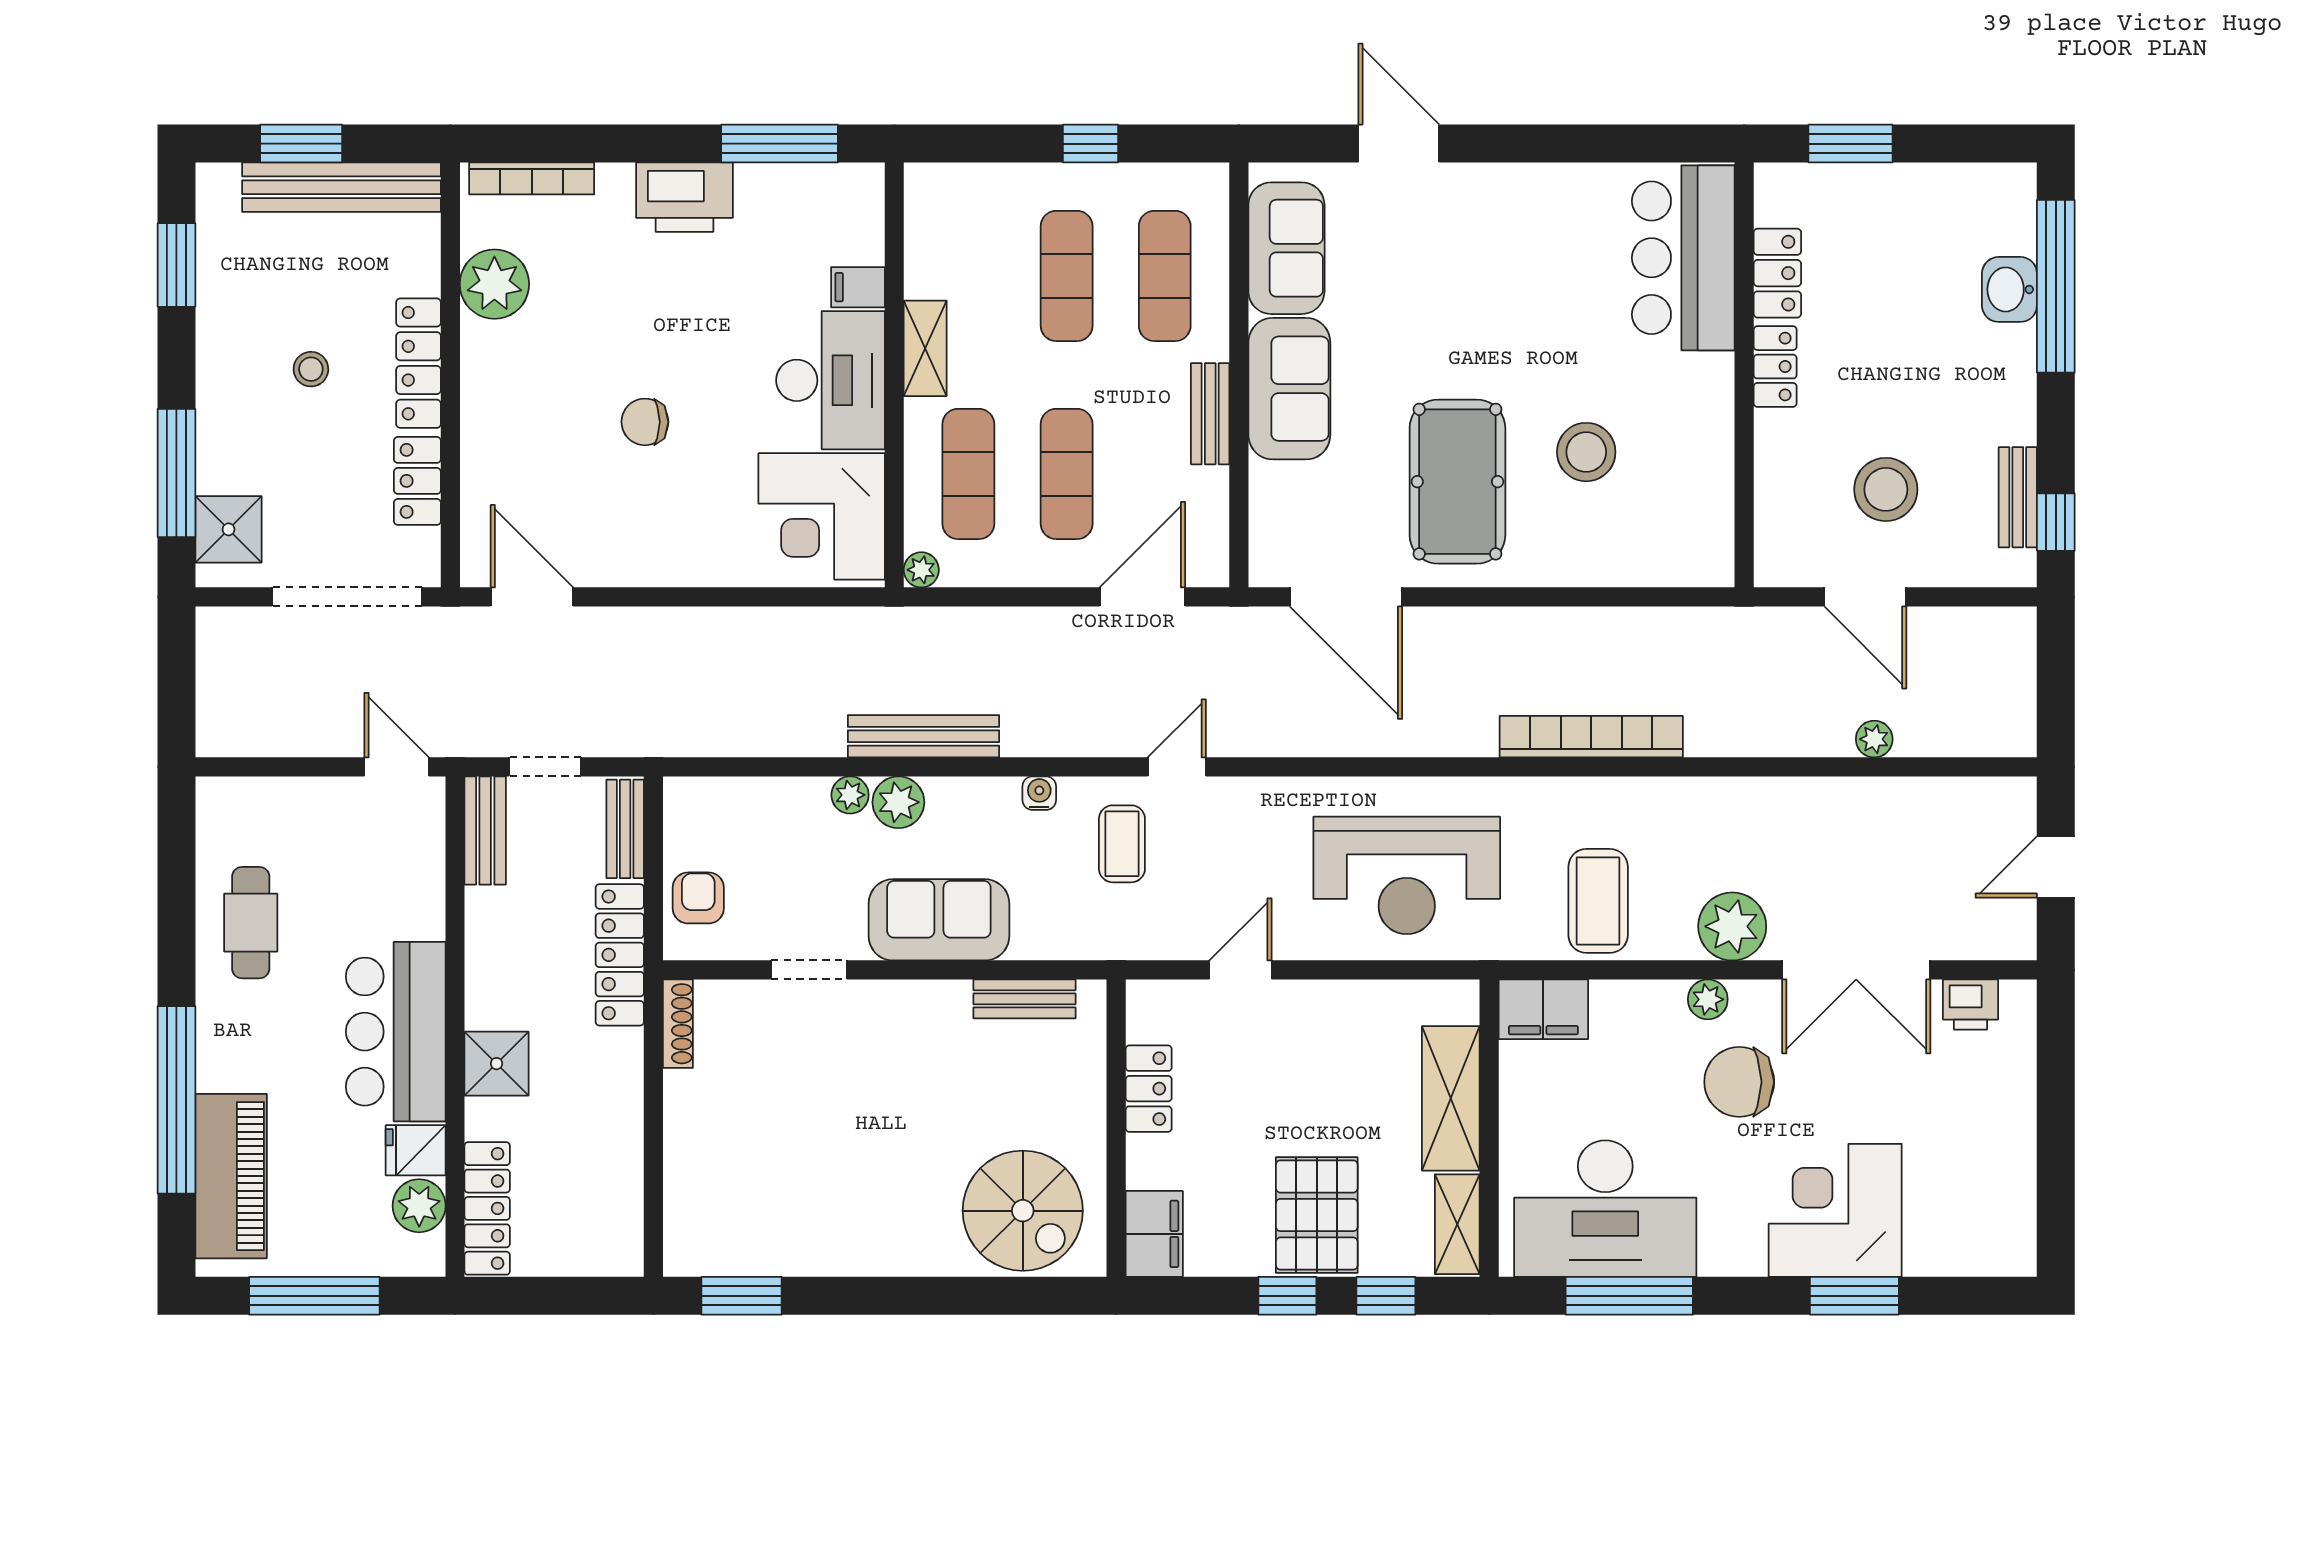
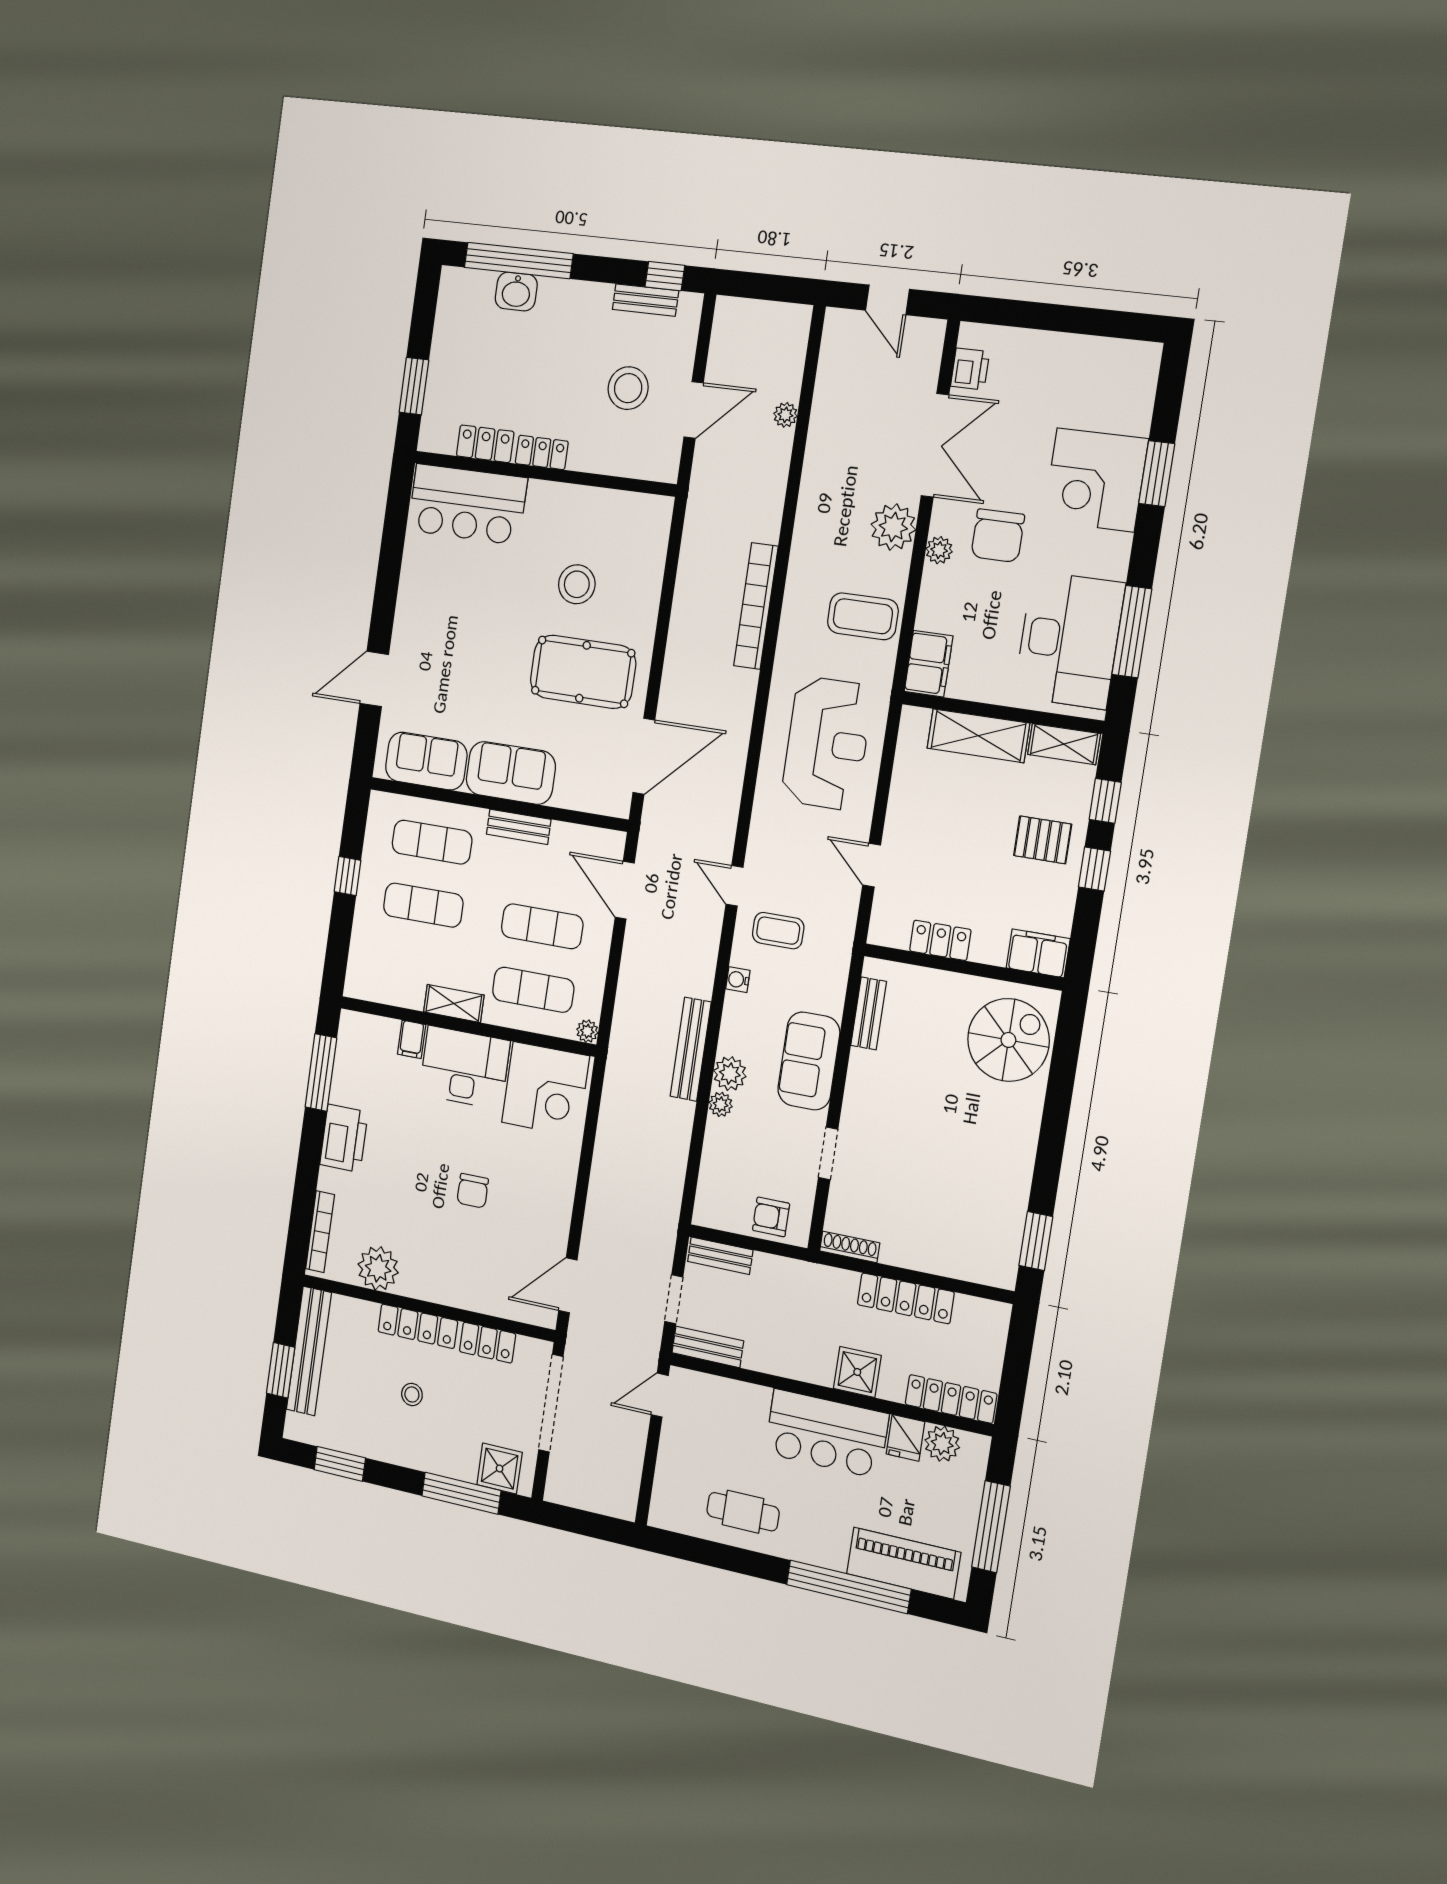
locker: (620, 955) -> (906, 1298), moved
pallet: (1317, 1215) -> (1043, 840), width x0.67, depth x0.71

